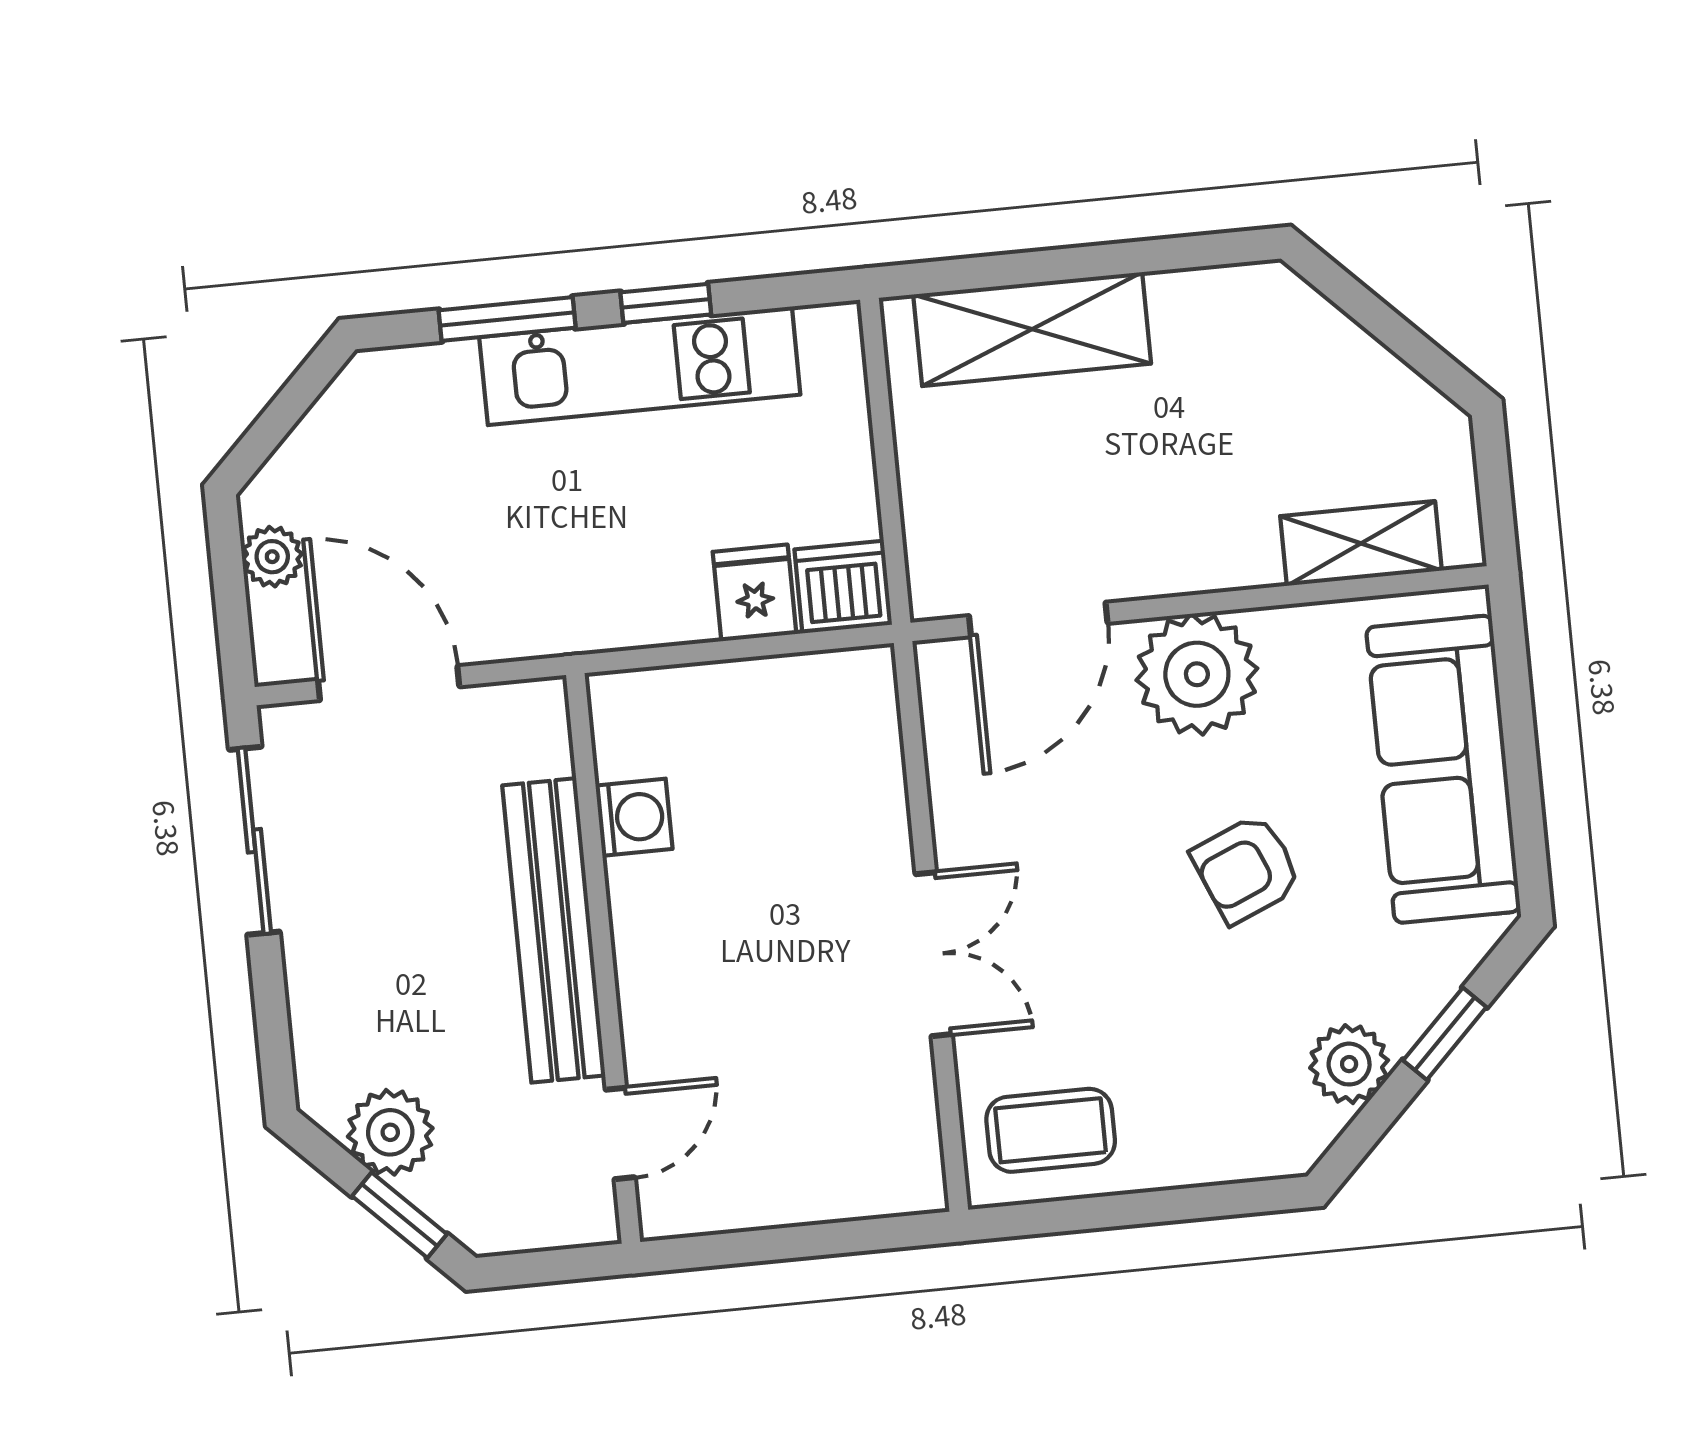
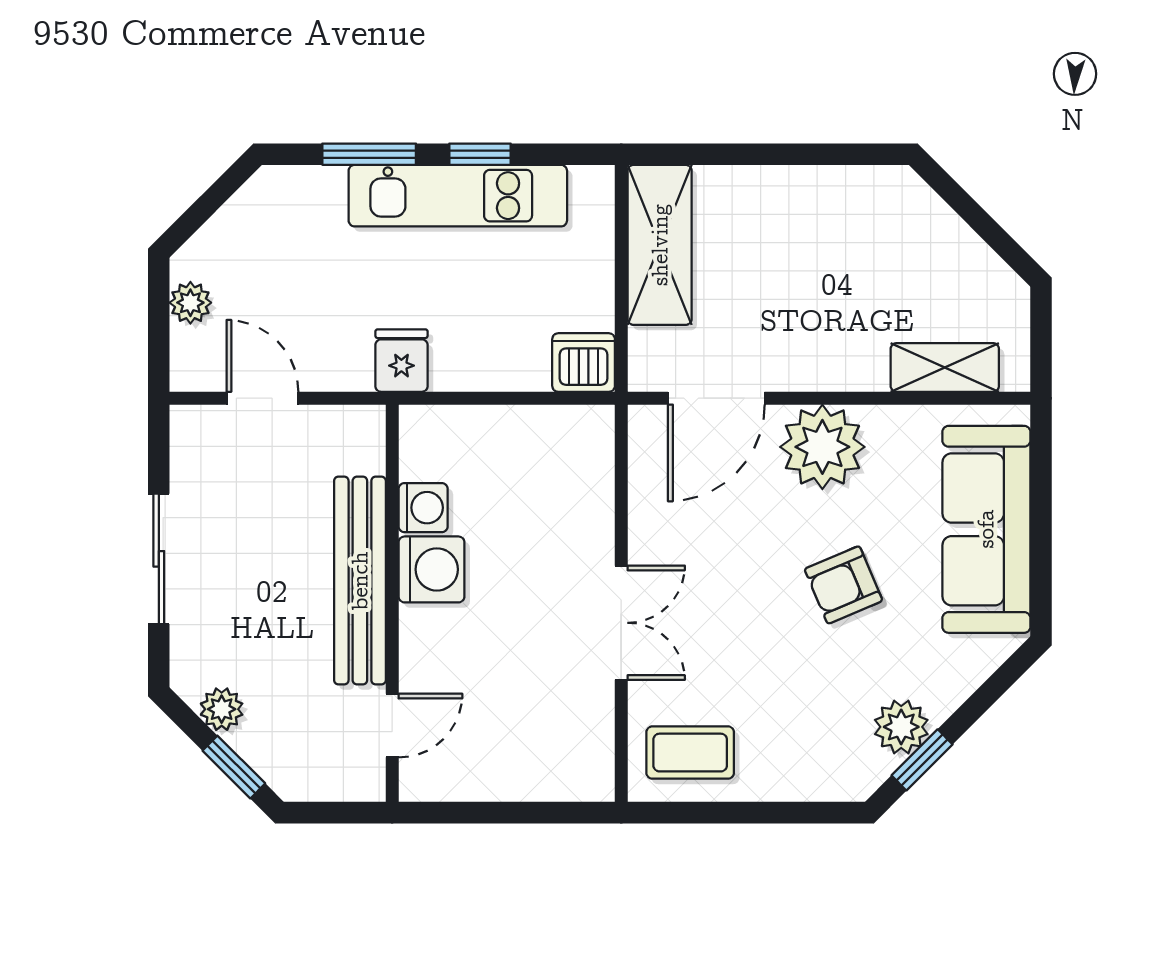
shelving: (1032, 329) -> (660, 245), moved, turned 90
fridge: (754, 593) -> (401, 361), moved
door: (389, 683) -> (262, 398), width x0.73
sliding door: (254, 841) -> (159, 559), moved
washing machine: (655, 905) -> (432, 569), added
window: (1445, 1034) -> (922, 760), moved
plant: (390, 1132) -> (222, 709), width x0.73, depth x0.73

